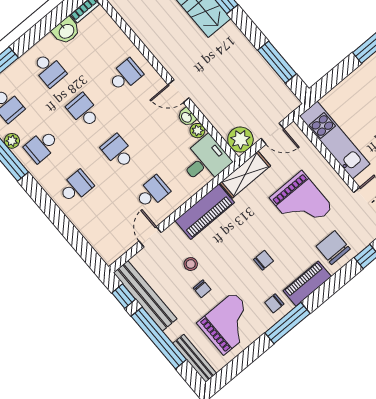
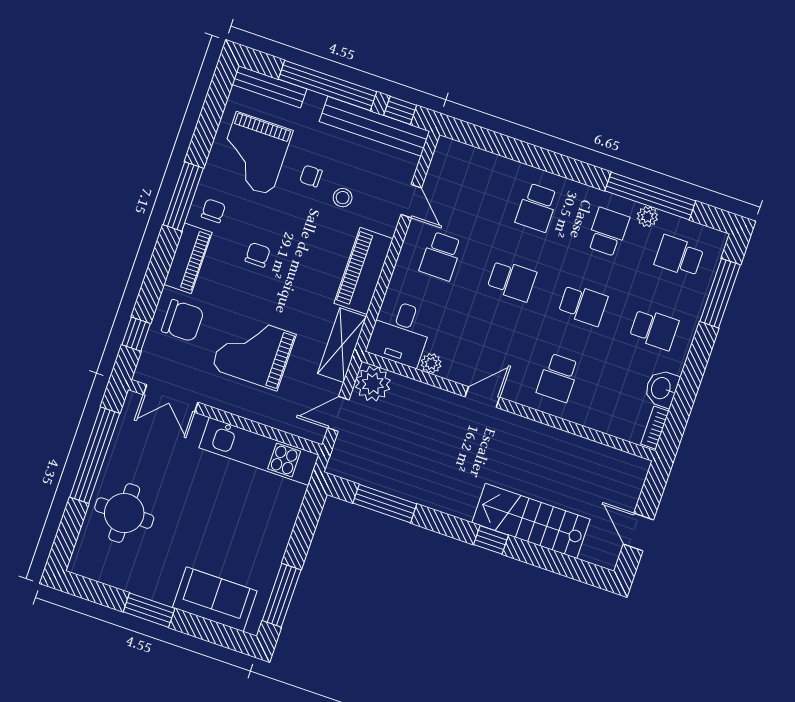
school desk: (49, 70) -> (654, 329), turned 180
washbasin: (187, 117) -> (454, 372), removed
chair: (263, 260) -> (258, 255), turned 180

